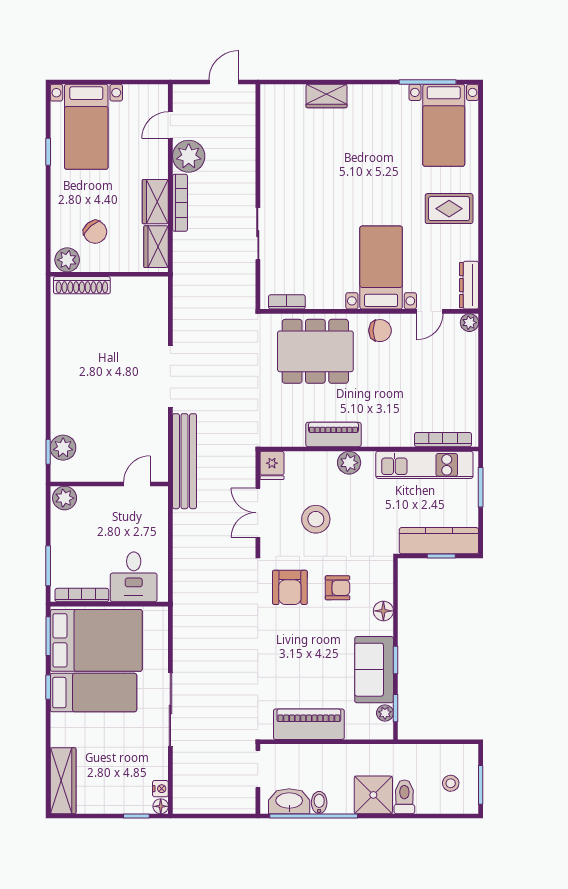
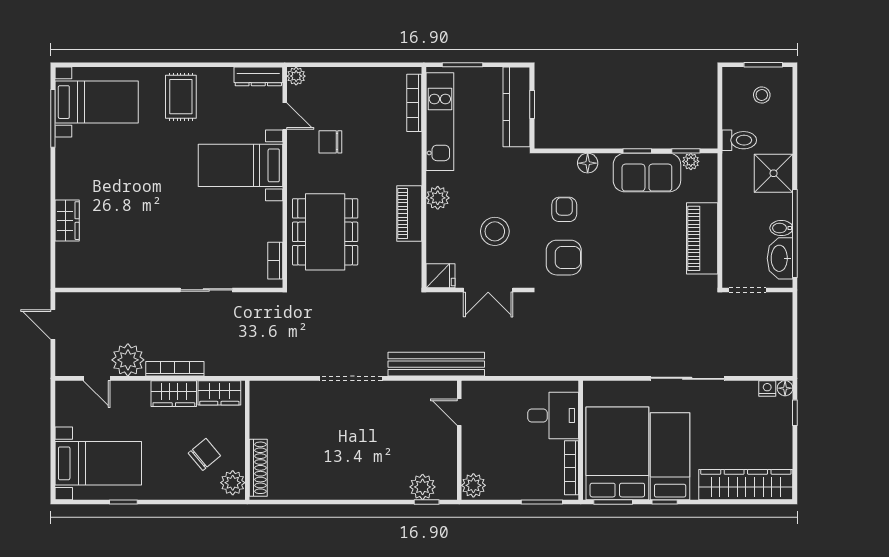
chair: (380, 331) -> (330, 142), moved, turned -90
wardrobe: (63, 781) -> (746, 485), width x1.40, depth x1.17
toilet: (404, 797) -> (739, 140), moved, turned 180

